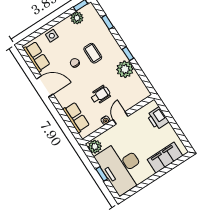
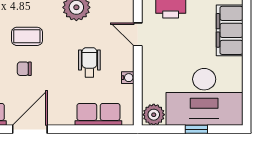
door: (121, 118) -> (138, 34), moved

